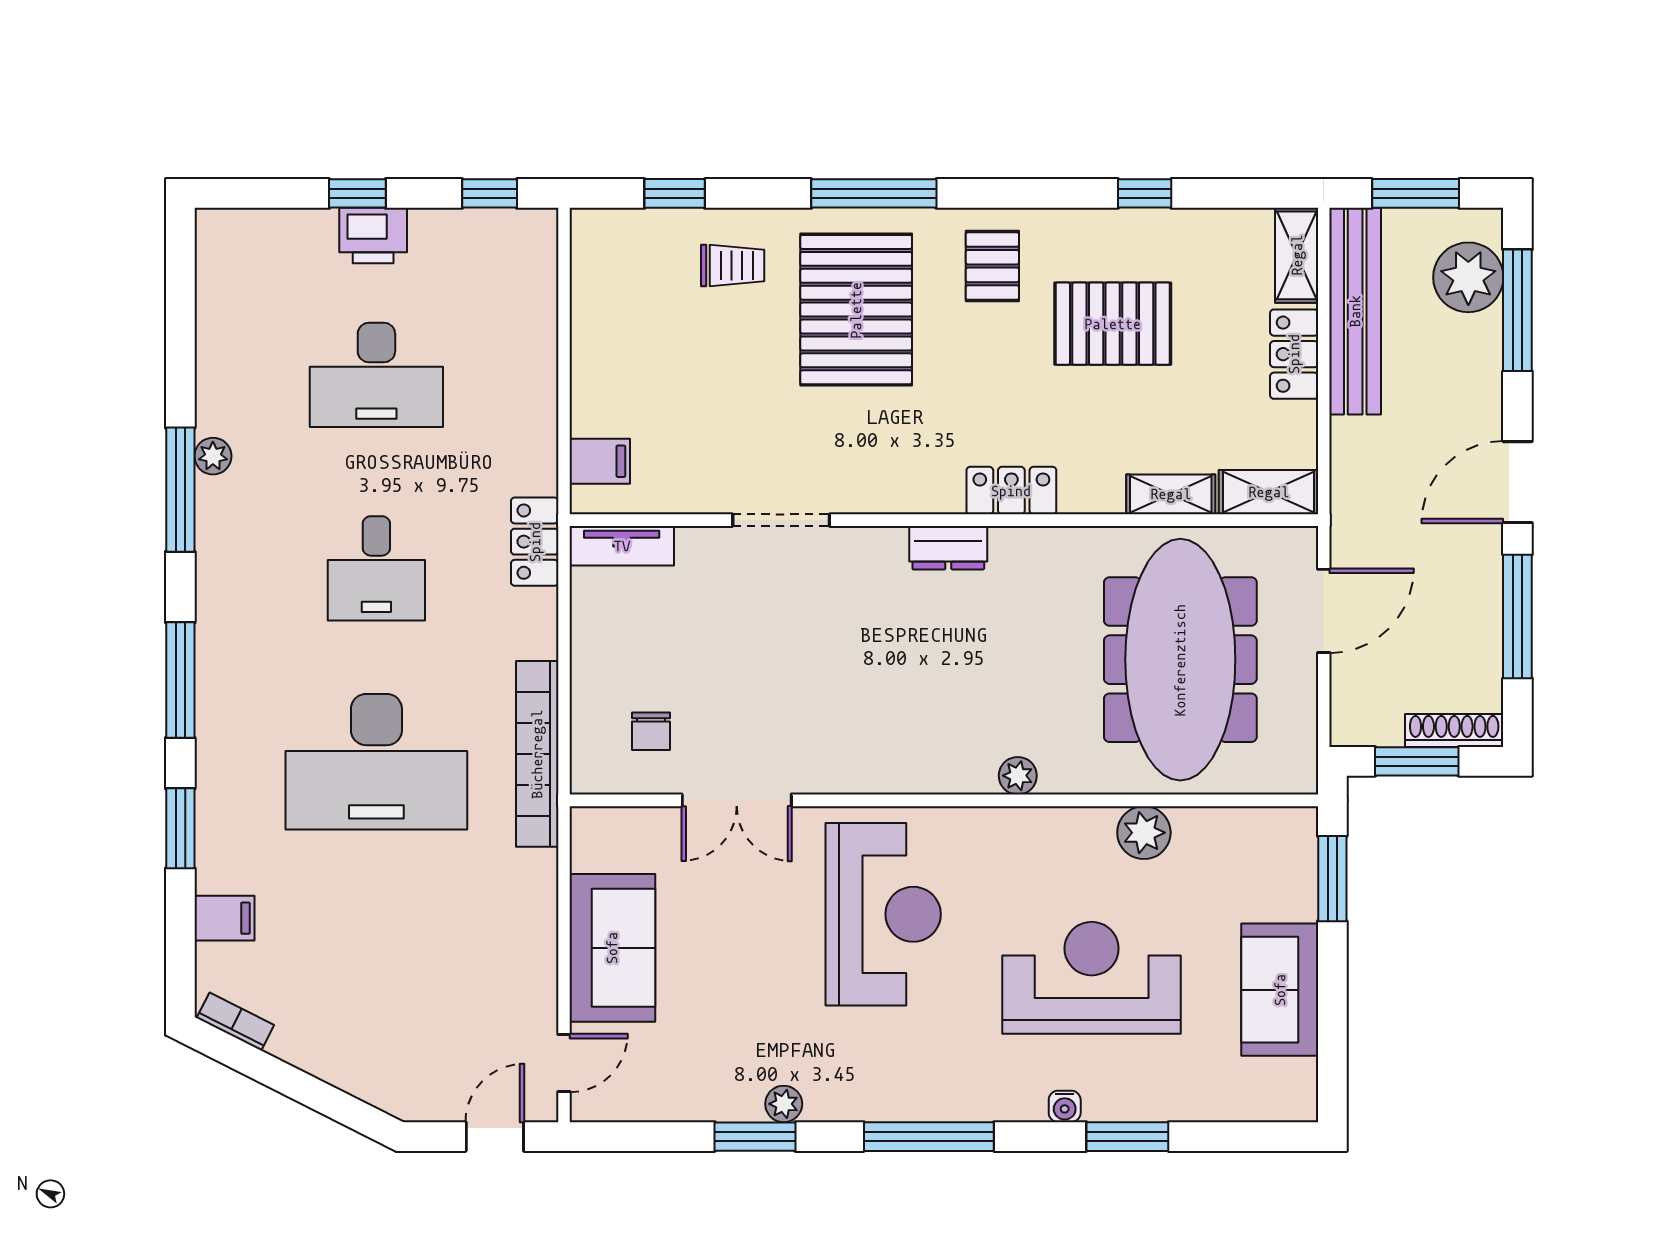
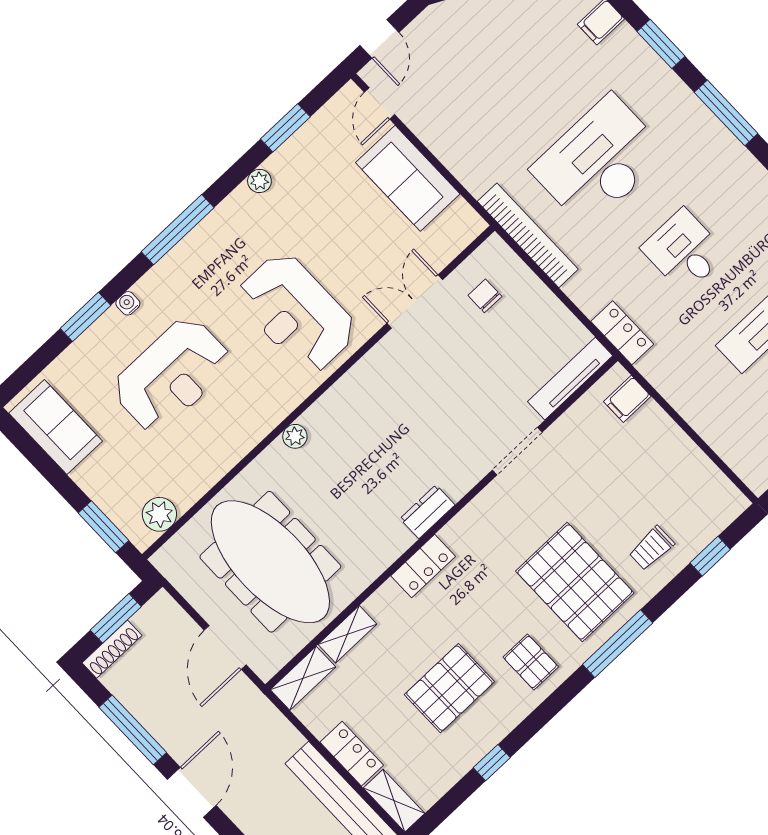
tv unit: (622, 546) -> (570, 379), width x1.41
plant: (1144, 833) -> (159, 514), moved
sofa: (1280, 990) -> (56, 427), moved
window: (755, 1137) -> (285, 128), moved

